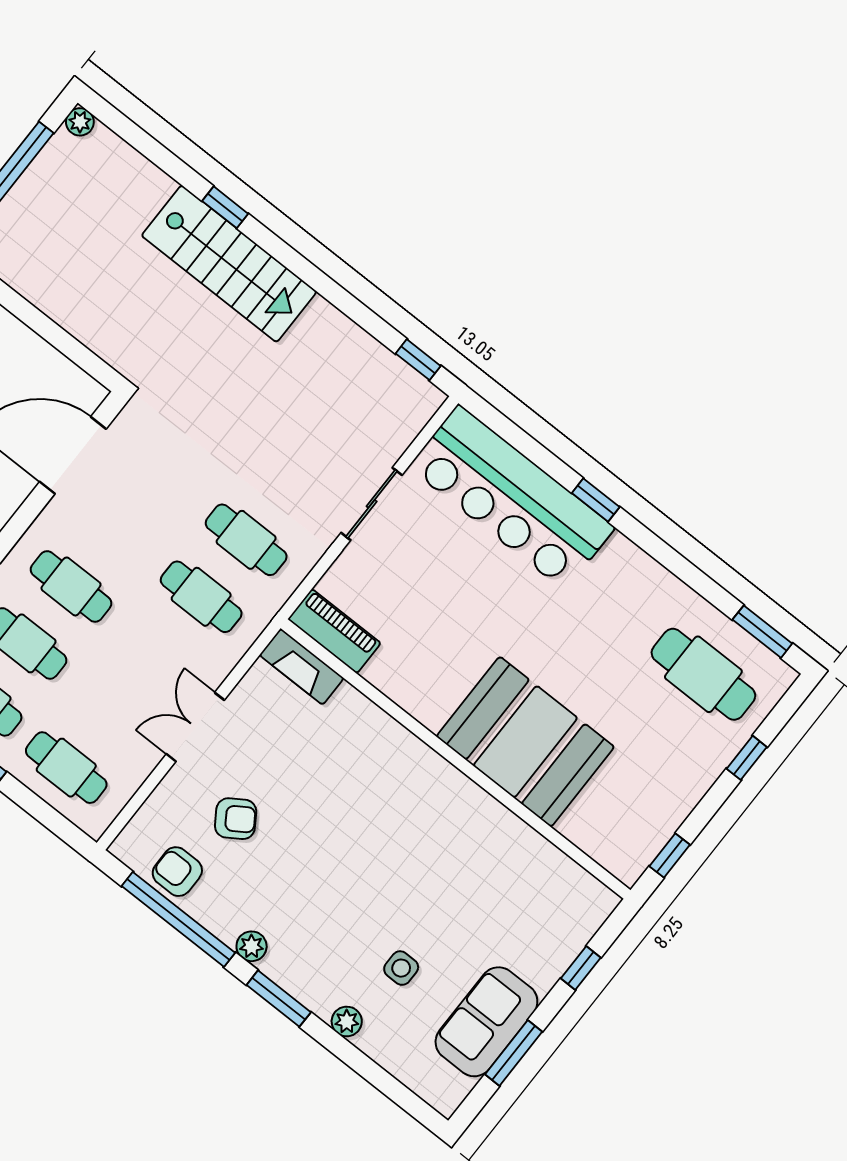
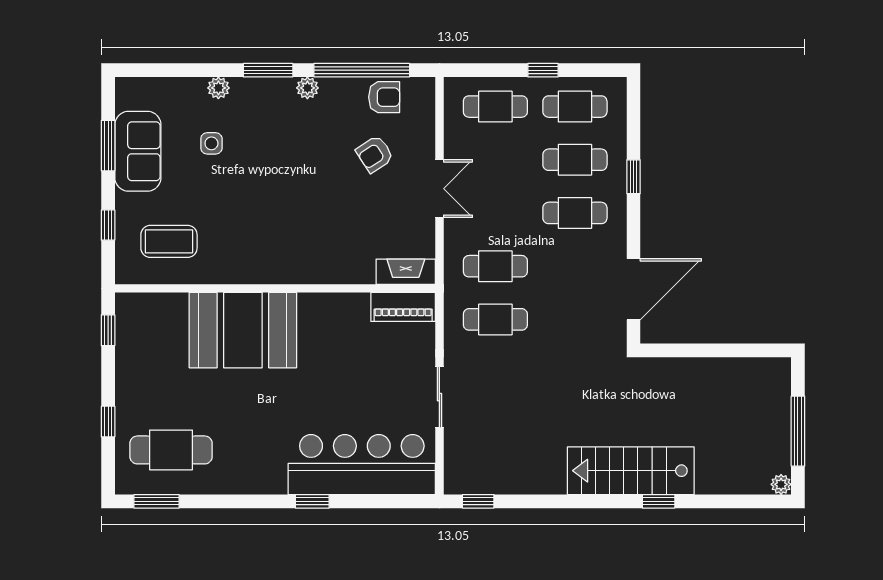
coffee table: (529, 899) -> (169, 241), added

